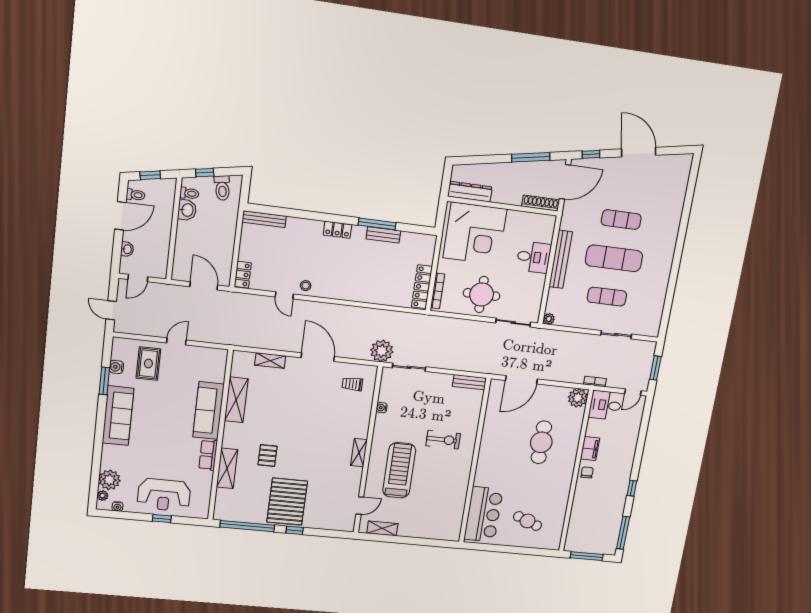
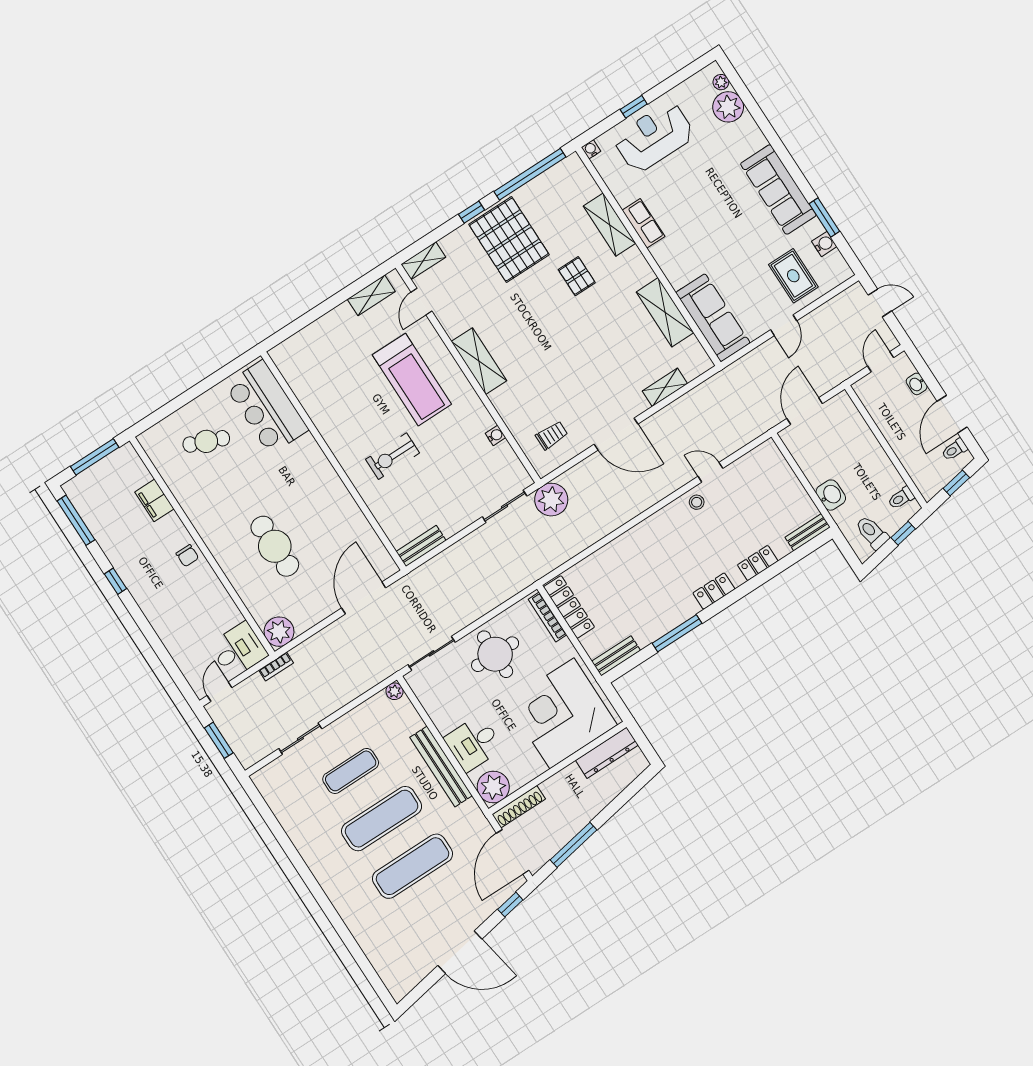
washbasin: (187, 210) -> (831, 495), moved, turned 180
bench: (264, 219) -> (808, 532), width x0.73
exercise mat: (621, 220) -> (413, 866), width x1.36, depth x1.45
plant: (544, 225) -> (493, 787), added
bench: (383, 235) -> (616, 656), moved
locker: (243, 275) -> (758, 563), moved, turned 90
door: (204, 286) -> (805, 411), swing flipped
sofa: (208, 411) -> (713, 318), moved
filing cabinet: (590, 449) -> (154, 500), moved
shelving: (359, 453) -> (479, 361), width x1.50, depth x1.33
water cooler: (118, 506) -> (591, 149), moved
shelving: (341, 525) -> (423, 261), added

